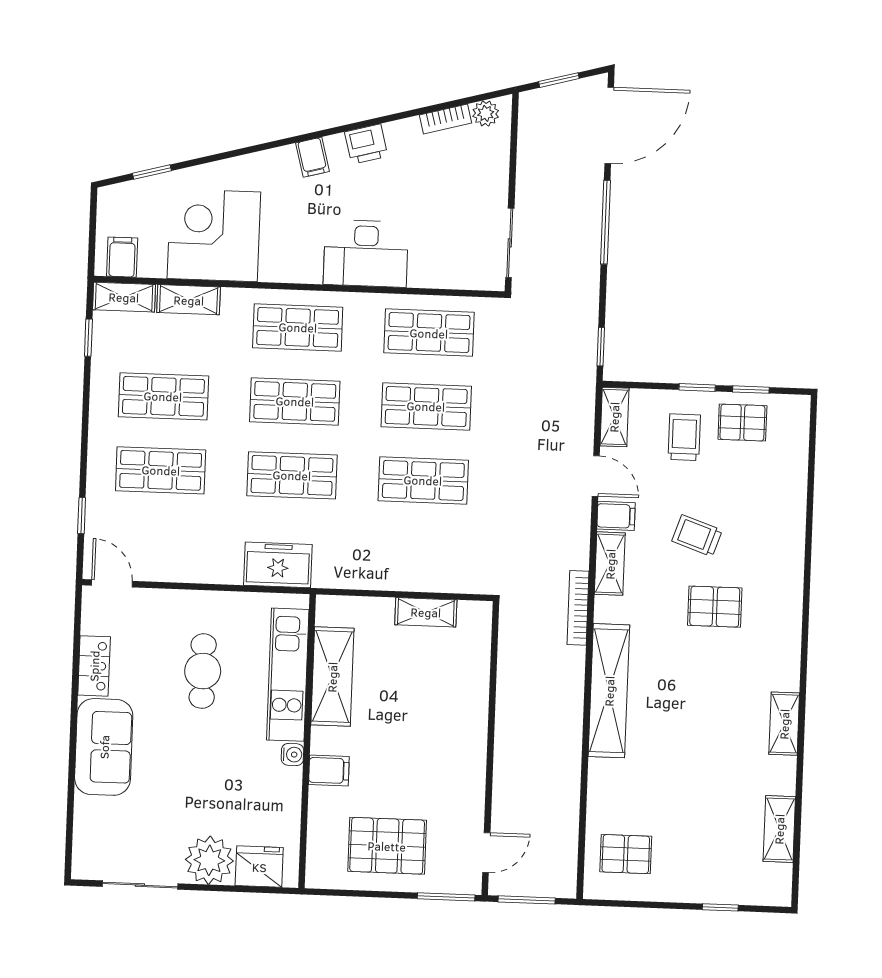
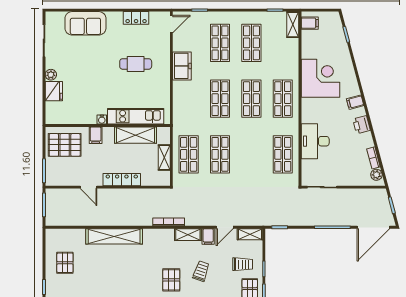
door: (609, 125) -> (373, 227), hinge flipped
corner desk: (214, 235) -> (320, 78), moved
desk: (366, 254) -> (315, 141), moved
shelving: (189, 300) -> (293, 52), removed
shop shelf: (426, 406) -> (189, 154), moved
freezer: (278, 565) -> (182, 66), moved
kitchen unit: (288, 675) -> (136, 116), moved
shelving: (332, 677) -> (135, 135), moved
shelving: (609, 691) -> (114, 236), moved
locker: (474, 714) -> (122, 180), added
wall: (307, 741) -> (108, 125), moved
sofa: (104, 747) -> (85, 23), moved
water cooler: (292, 755) -> (102, 119), moved
filing cabinet: (329, 771) -> (96, 135), moved
pallet: (387, 846) -> (65, 145), turned 90
door: (486, 853) -> (89, 187), moved
pallet: (626, 854) -> (65, 263), moved
plant: (209, 860) -> (51, 75), width x0.53, depth x0.53

